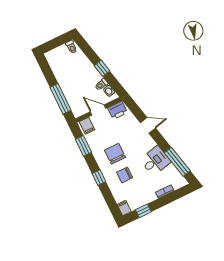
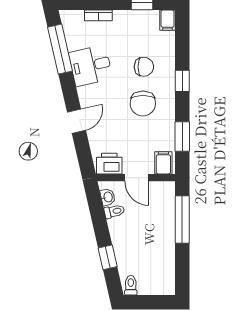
window: (102, 68) -> (108, 257), moved
door: (148, 125) -> (76, 121), swing flipped

